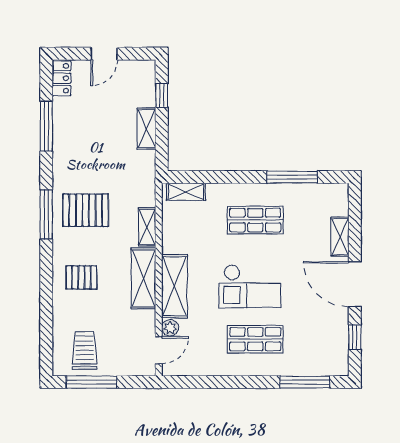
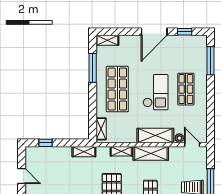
shelving: (146, 129) -> (84, 152), moved
shop shelf: (255, 220) -> (117, 89), width x1.43, depth x1.36
shelving: (340, 237) -> (107, 40), moved

